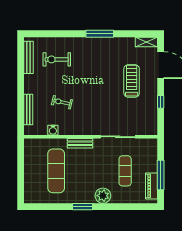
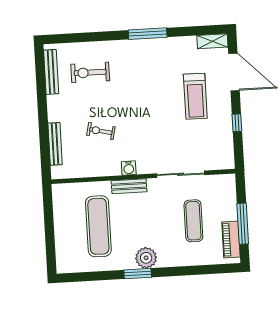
treadmill: (132, 81) -> (195, 96), turned 180
water cooler: (53, 130) -> (129, 168), moved
plant: (103, 196) -> (146, 258), moved

